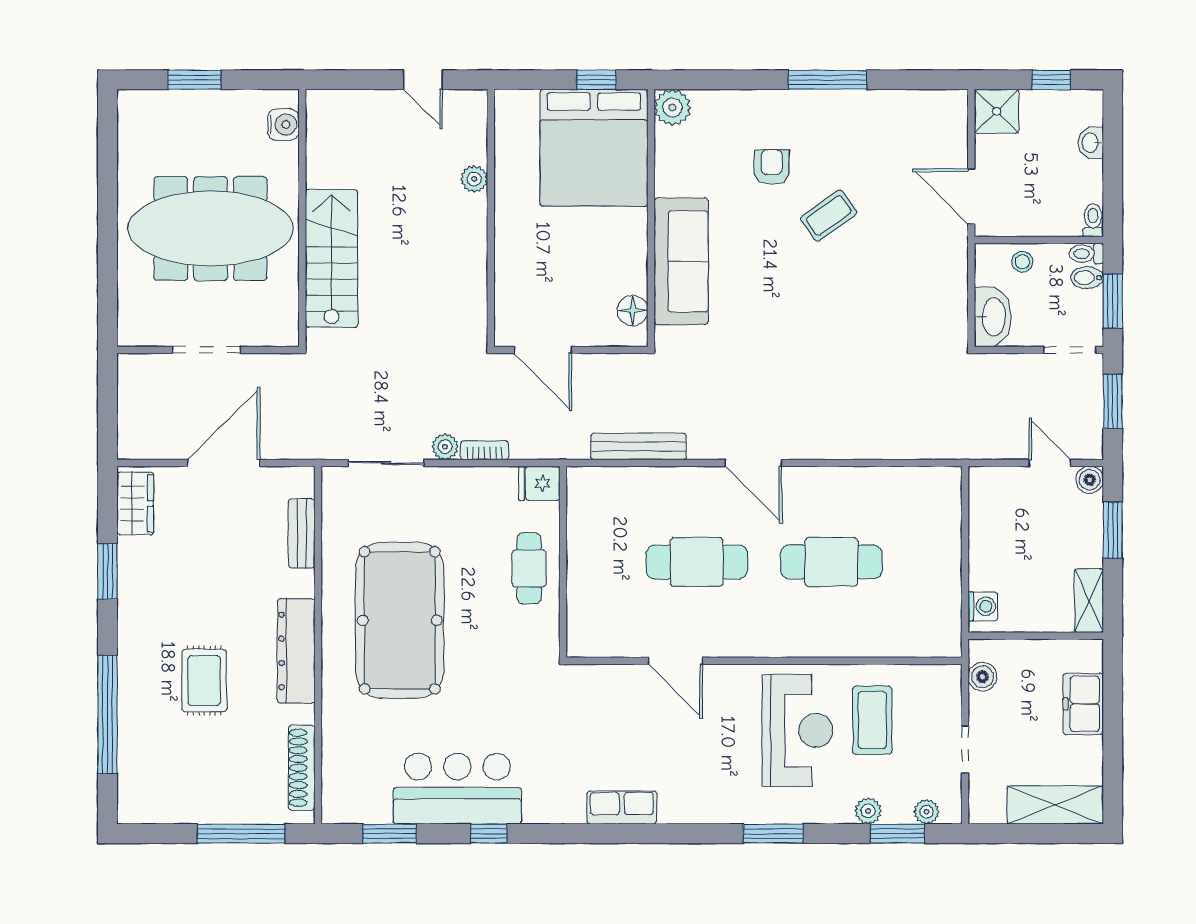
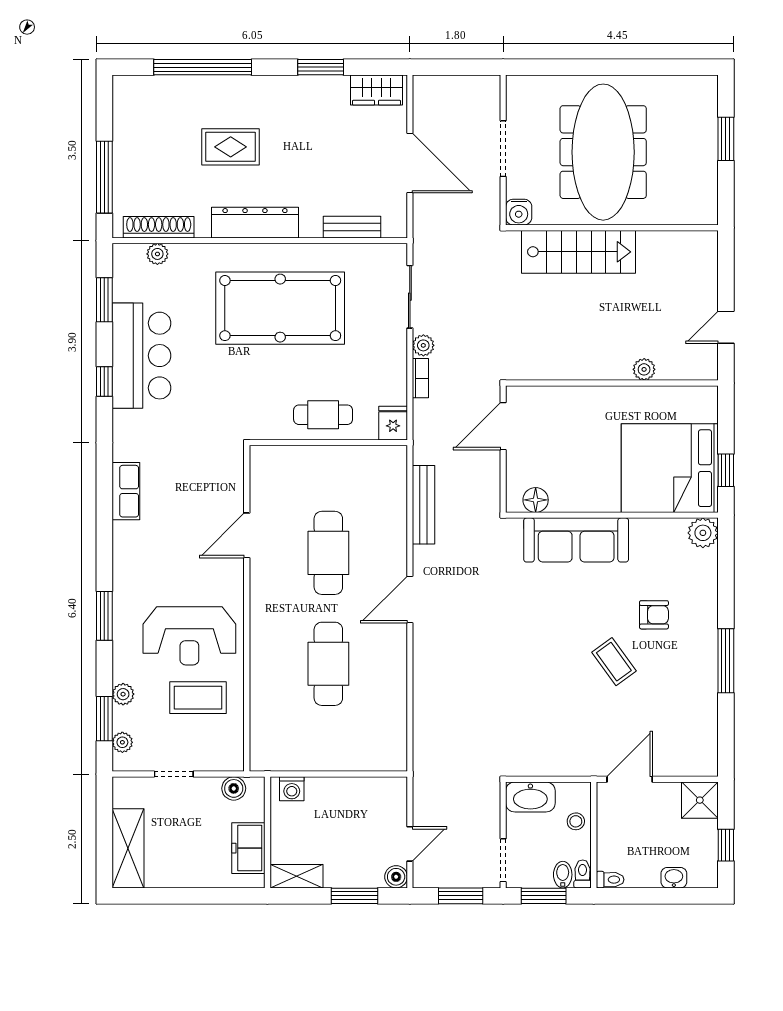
water cooler: (283, 125) -> (519, 212), moved
freezer: (1083, 704) -> (248, 848), moved, turned -90
plant: (334, 769) -> (157, 254), added

